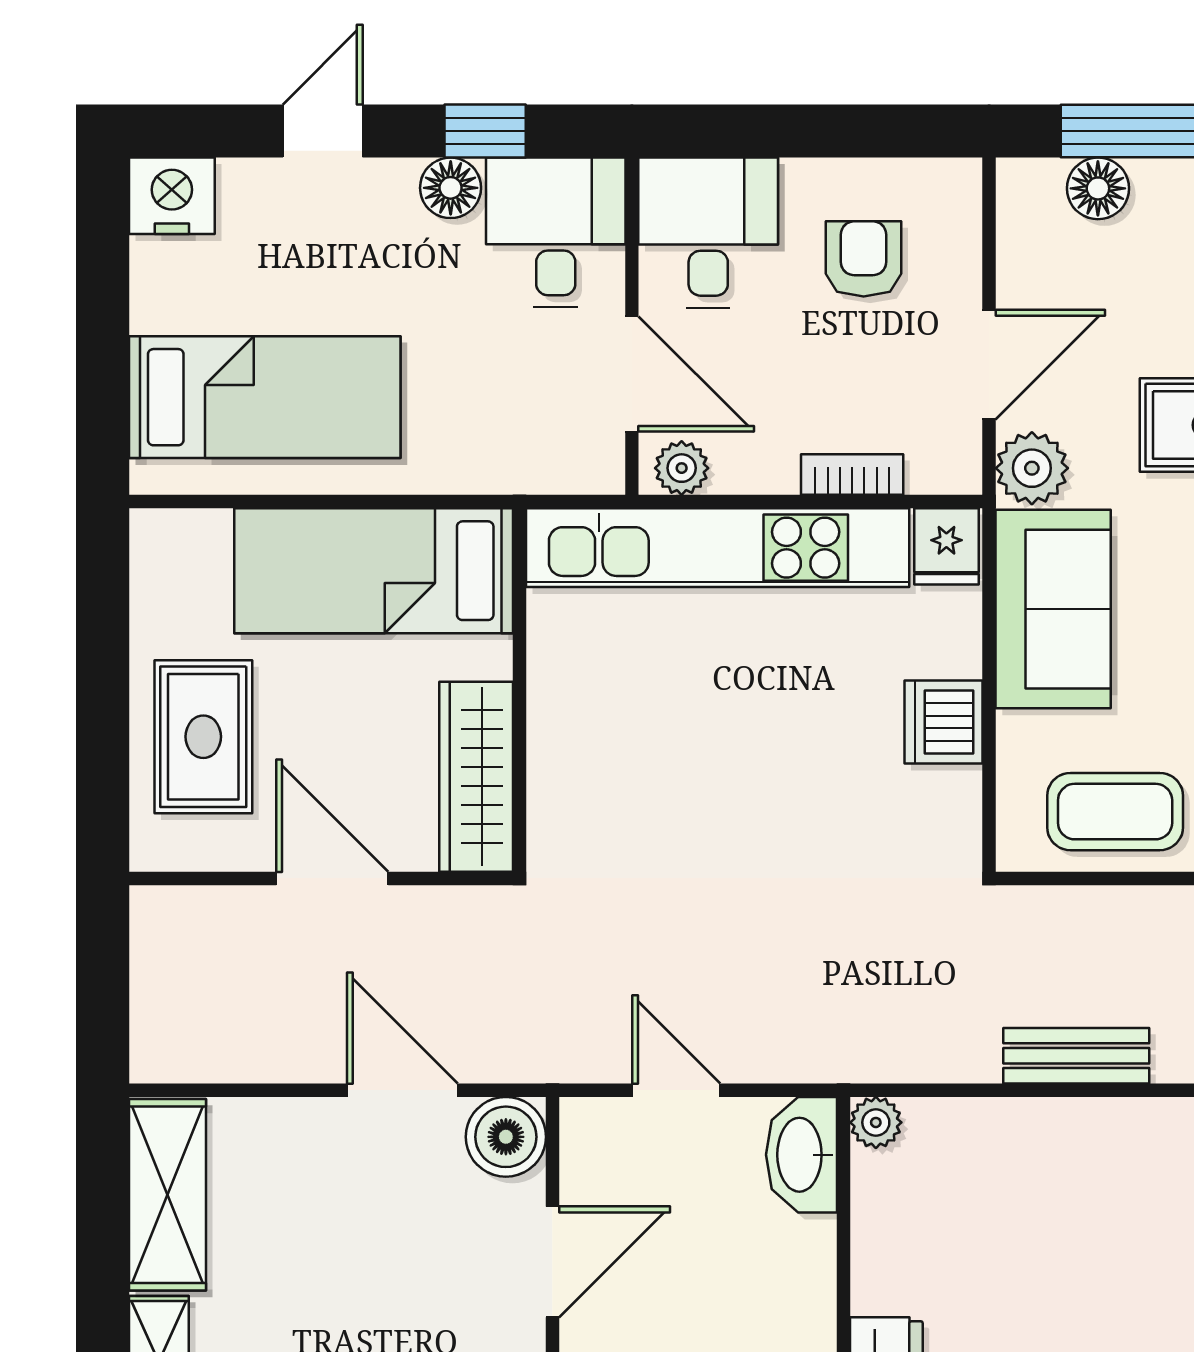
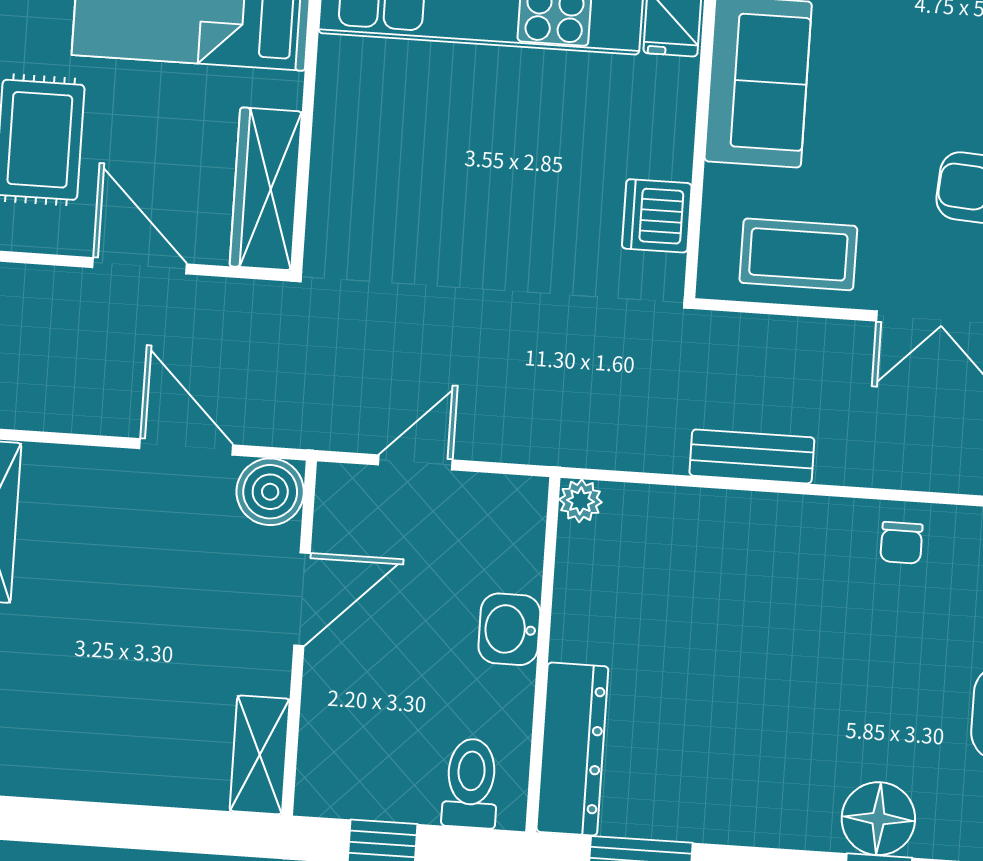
dishwasher: (944, 722) -> (657, 216), moved
door: (676, 1090) -> (415, 462), hinge flipped
washbasin: (802, 1155) -> (509, 629), moved, width x0.72

